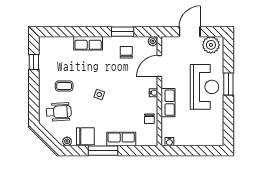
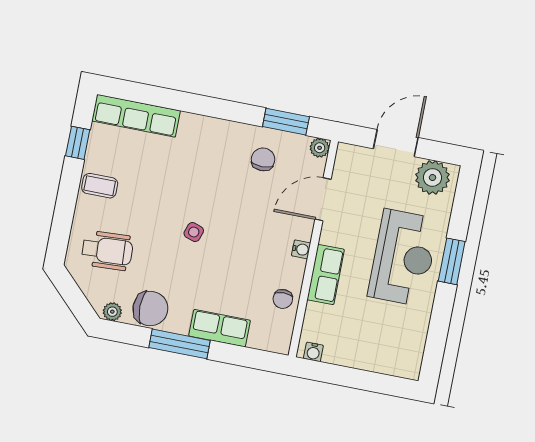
window: (123, 32) -> (286, 122), moved
row of seats: (88, 43) -> (136, 116), moved, width x1.48
coffee table: (64, 86) -> (100, 186), moved

